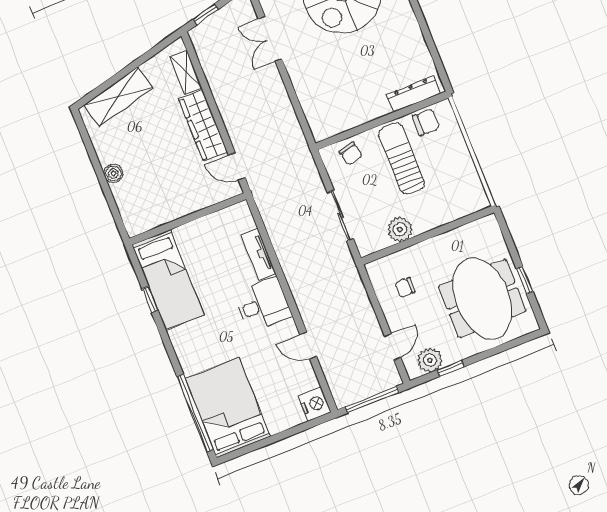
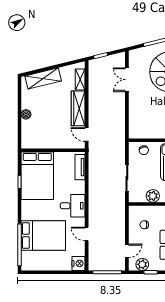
tv unit: (258, 254) -> (80, 167), moved
bed: (168, 280) -> (37, 176), width x1.50
bed: (228, 407) -> (43, 235), moved, turned 90

